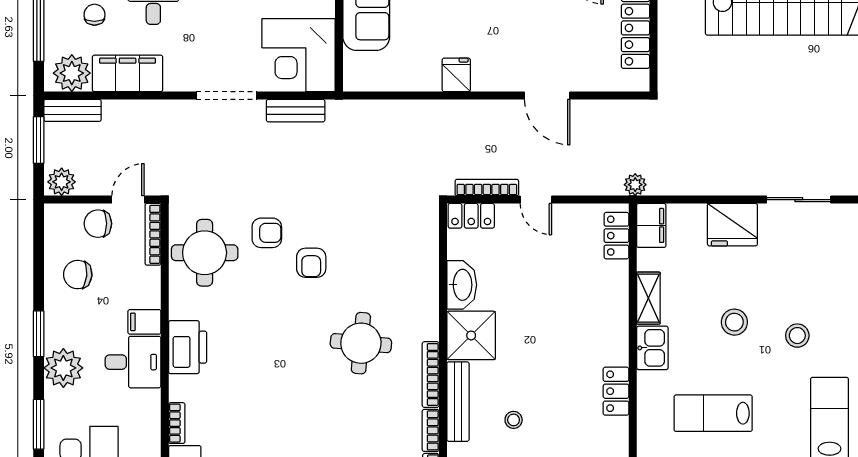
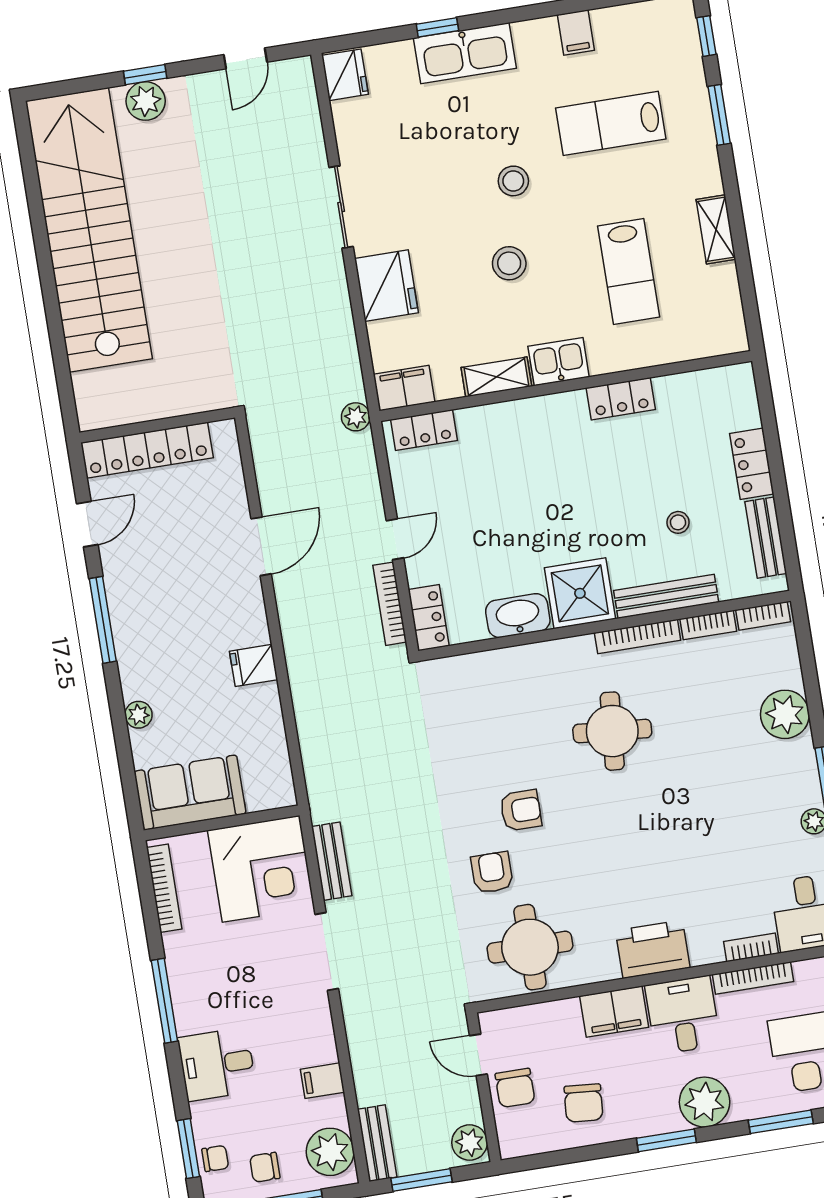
chair: (94, 15) -> (265, 1167), moved
filing cabinet: (128, 73) -> (322, 1081), width x0.33, depth x0.86
bookcase: (153, 234) -> (753, 978), moved
filing cabinet: (144, 322) -> (614, 1012), width x2.00

